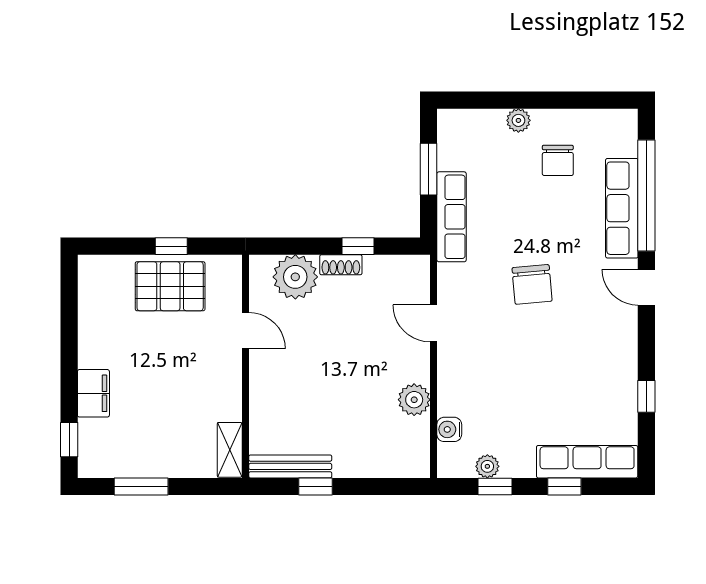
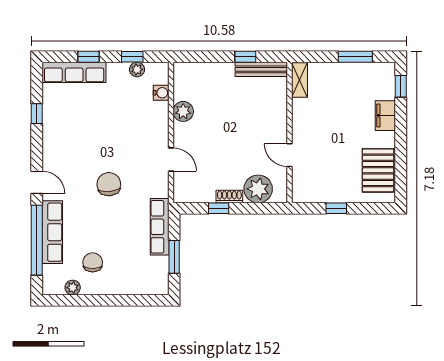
plant: (518, 120) -> (73, 288), moved
pallet: (170, 286) -> (378, 170), moved, turned 90

